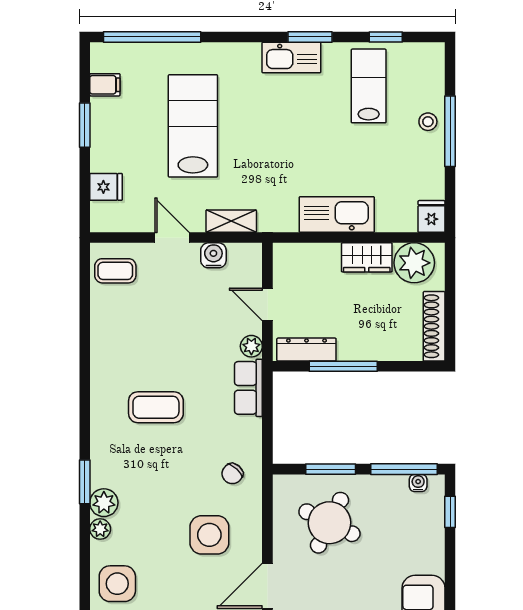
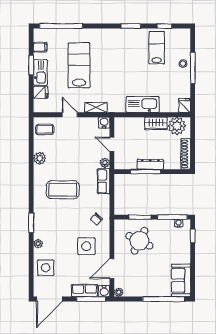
kitchen sink: (291, 58) -> (40, 72), moved, turned -90
water cooler: (213, 255) -> (104, 123), moved
dresser: (306, 350) -> (150, 164), moved
coffee table: (156, 407) -> (63, 190), width x1.36, depth x1.32
plant: (104, 503) -> (40, 158), moved

